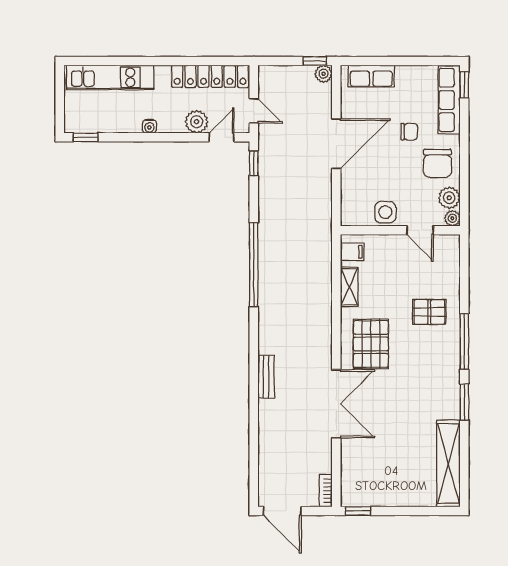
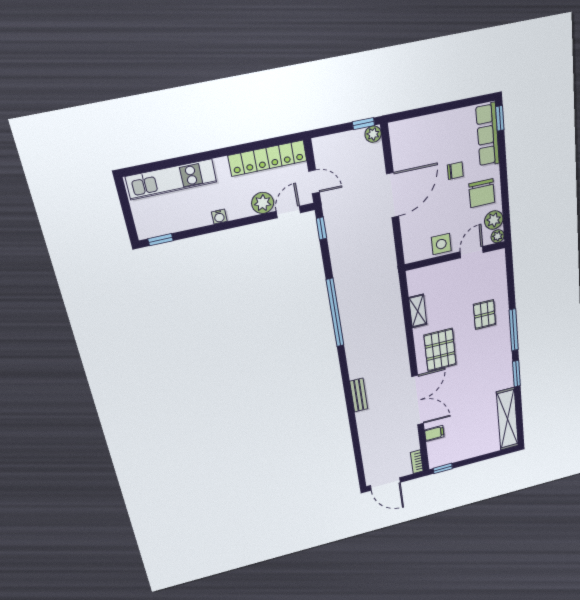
row of seats: (371, 76) -> (417, 127), removed
door: (420, 230) -> (472, 252), swing flipped
filing cabinet: (352, 252) -> (434, 433), moved
pallet: (429, 312) -> (484, 315), turned 90

